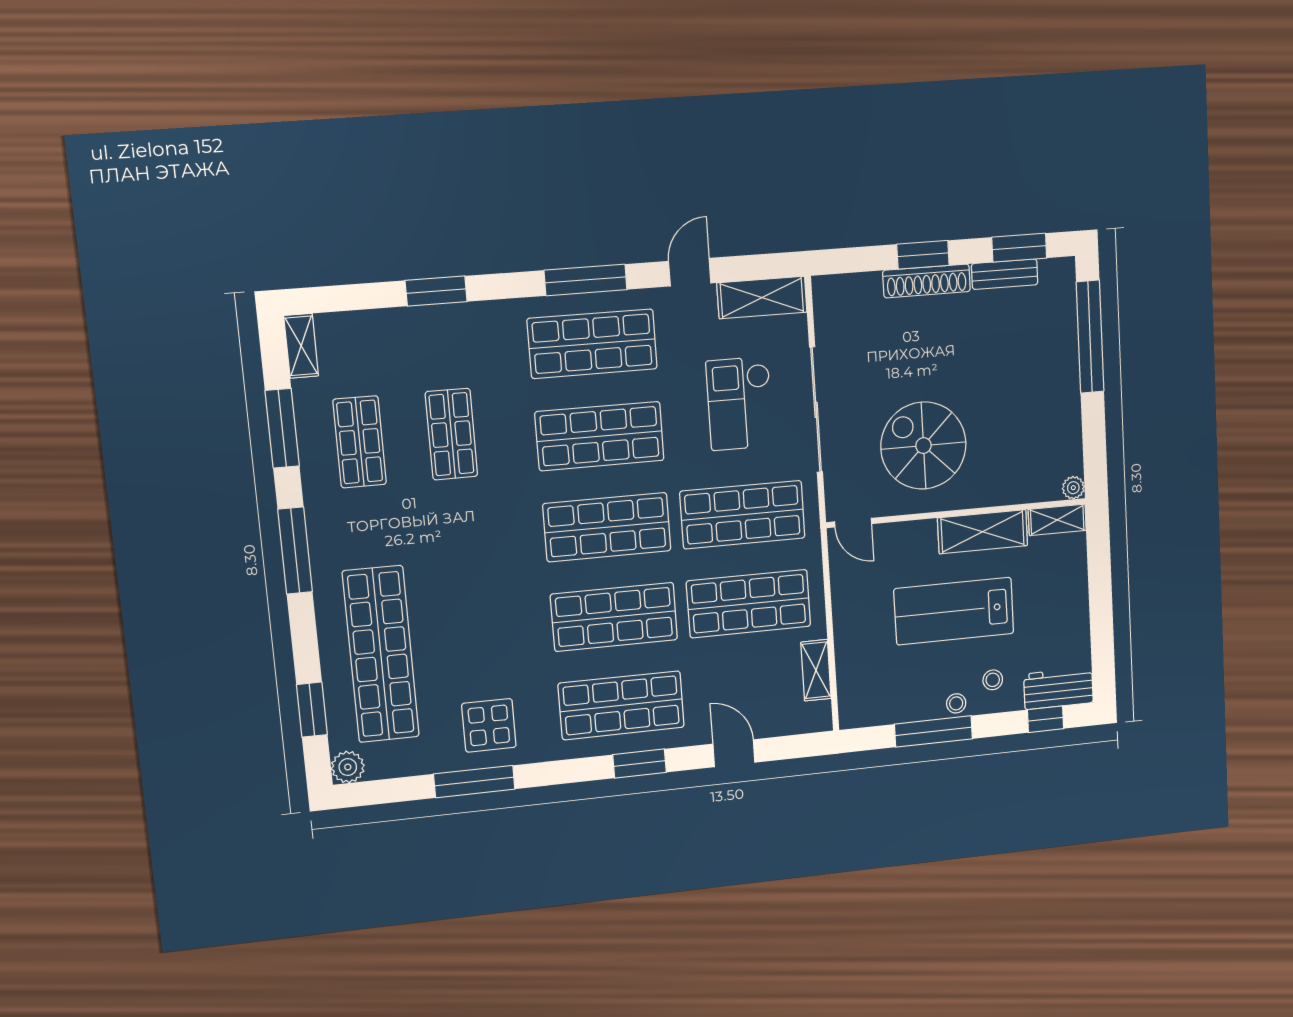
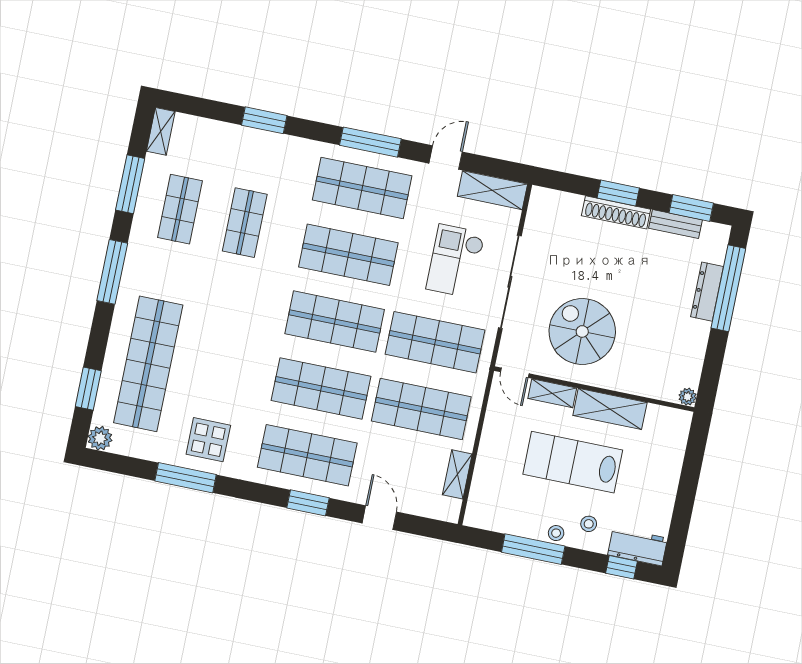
dresser: (1065, 349) -> (707, 292), added
shelving: (1057, 520) -> (552, 393), moved

